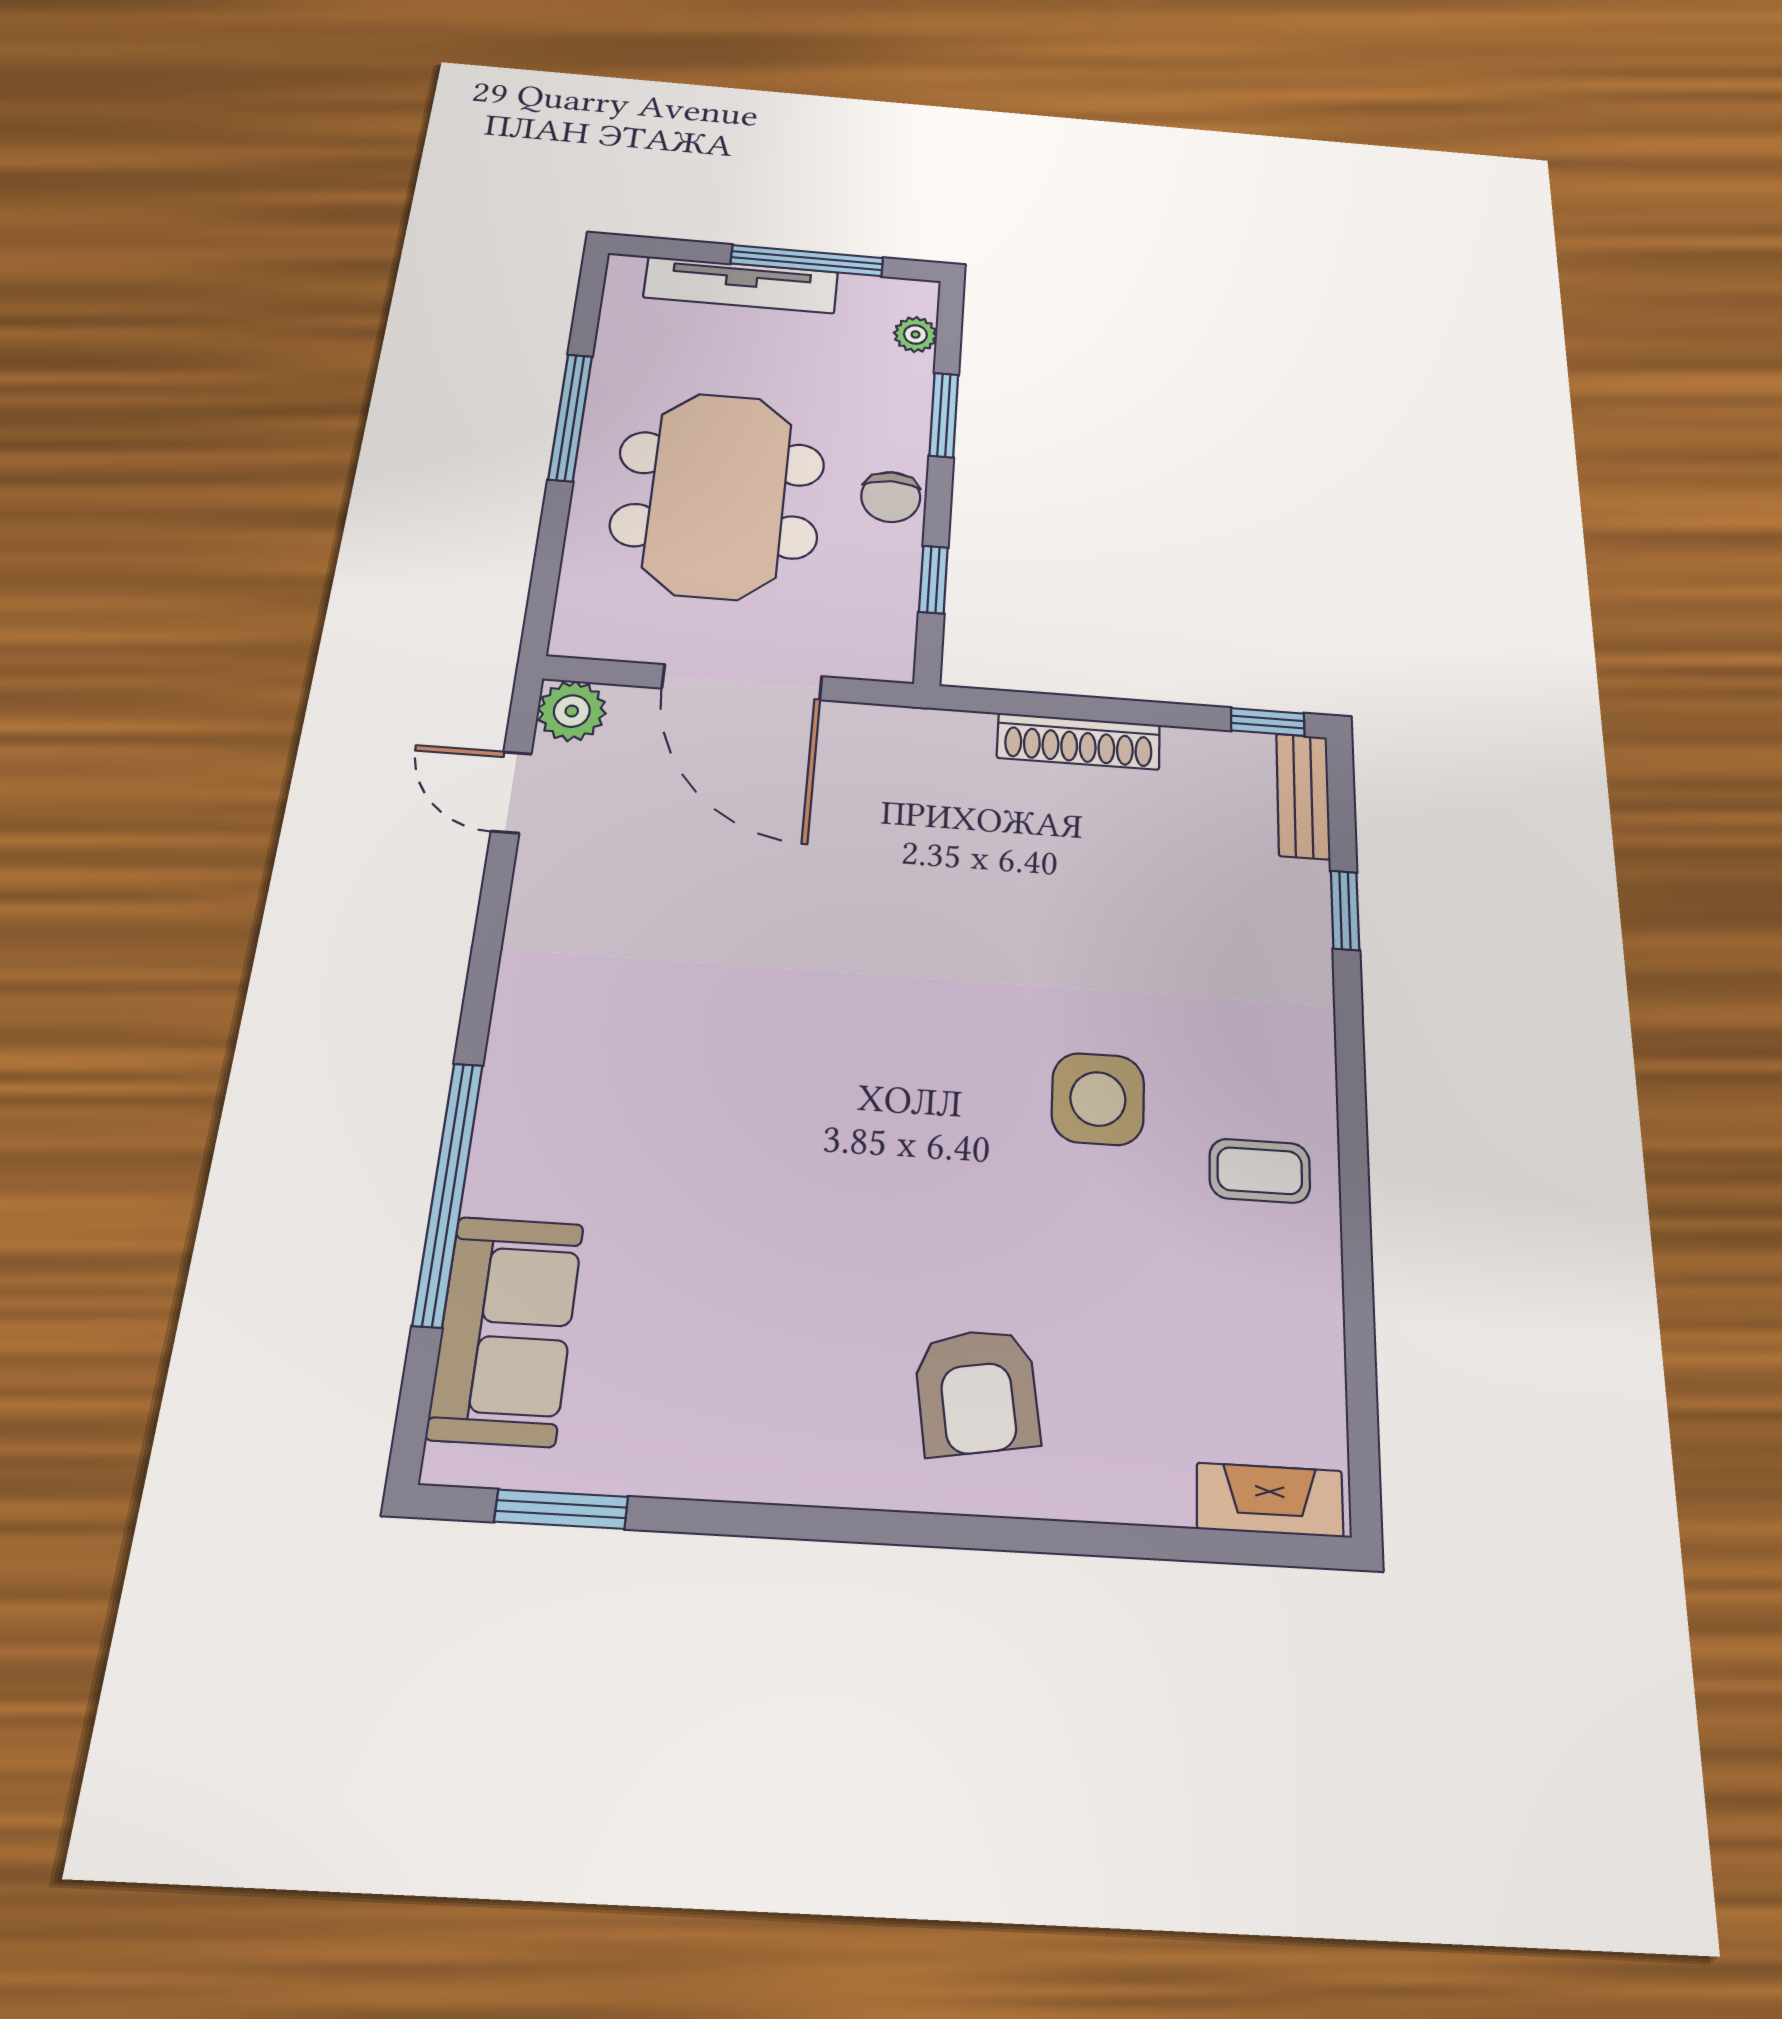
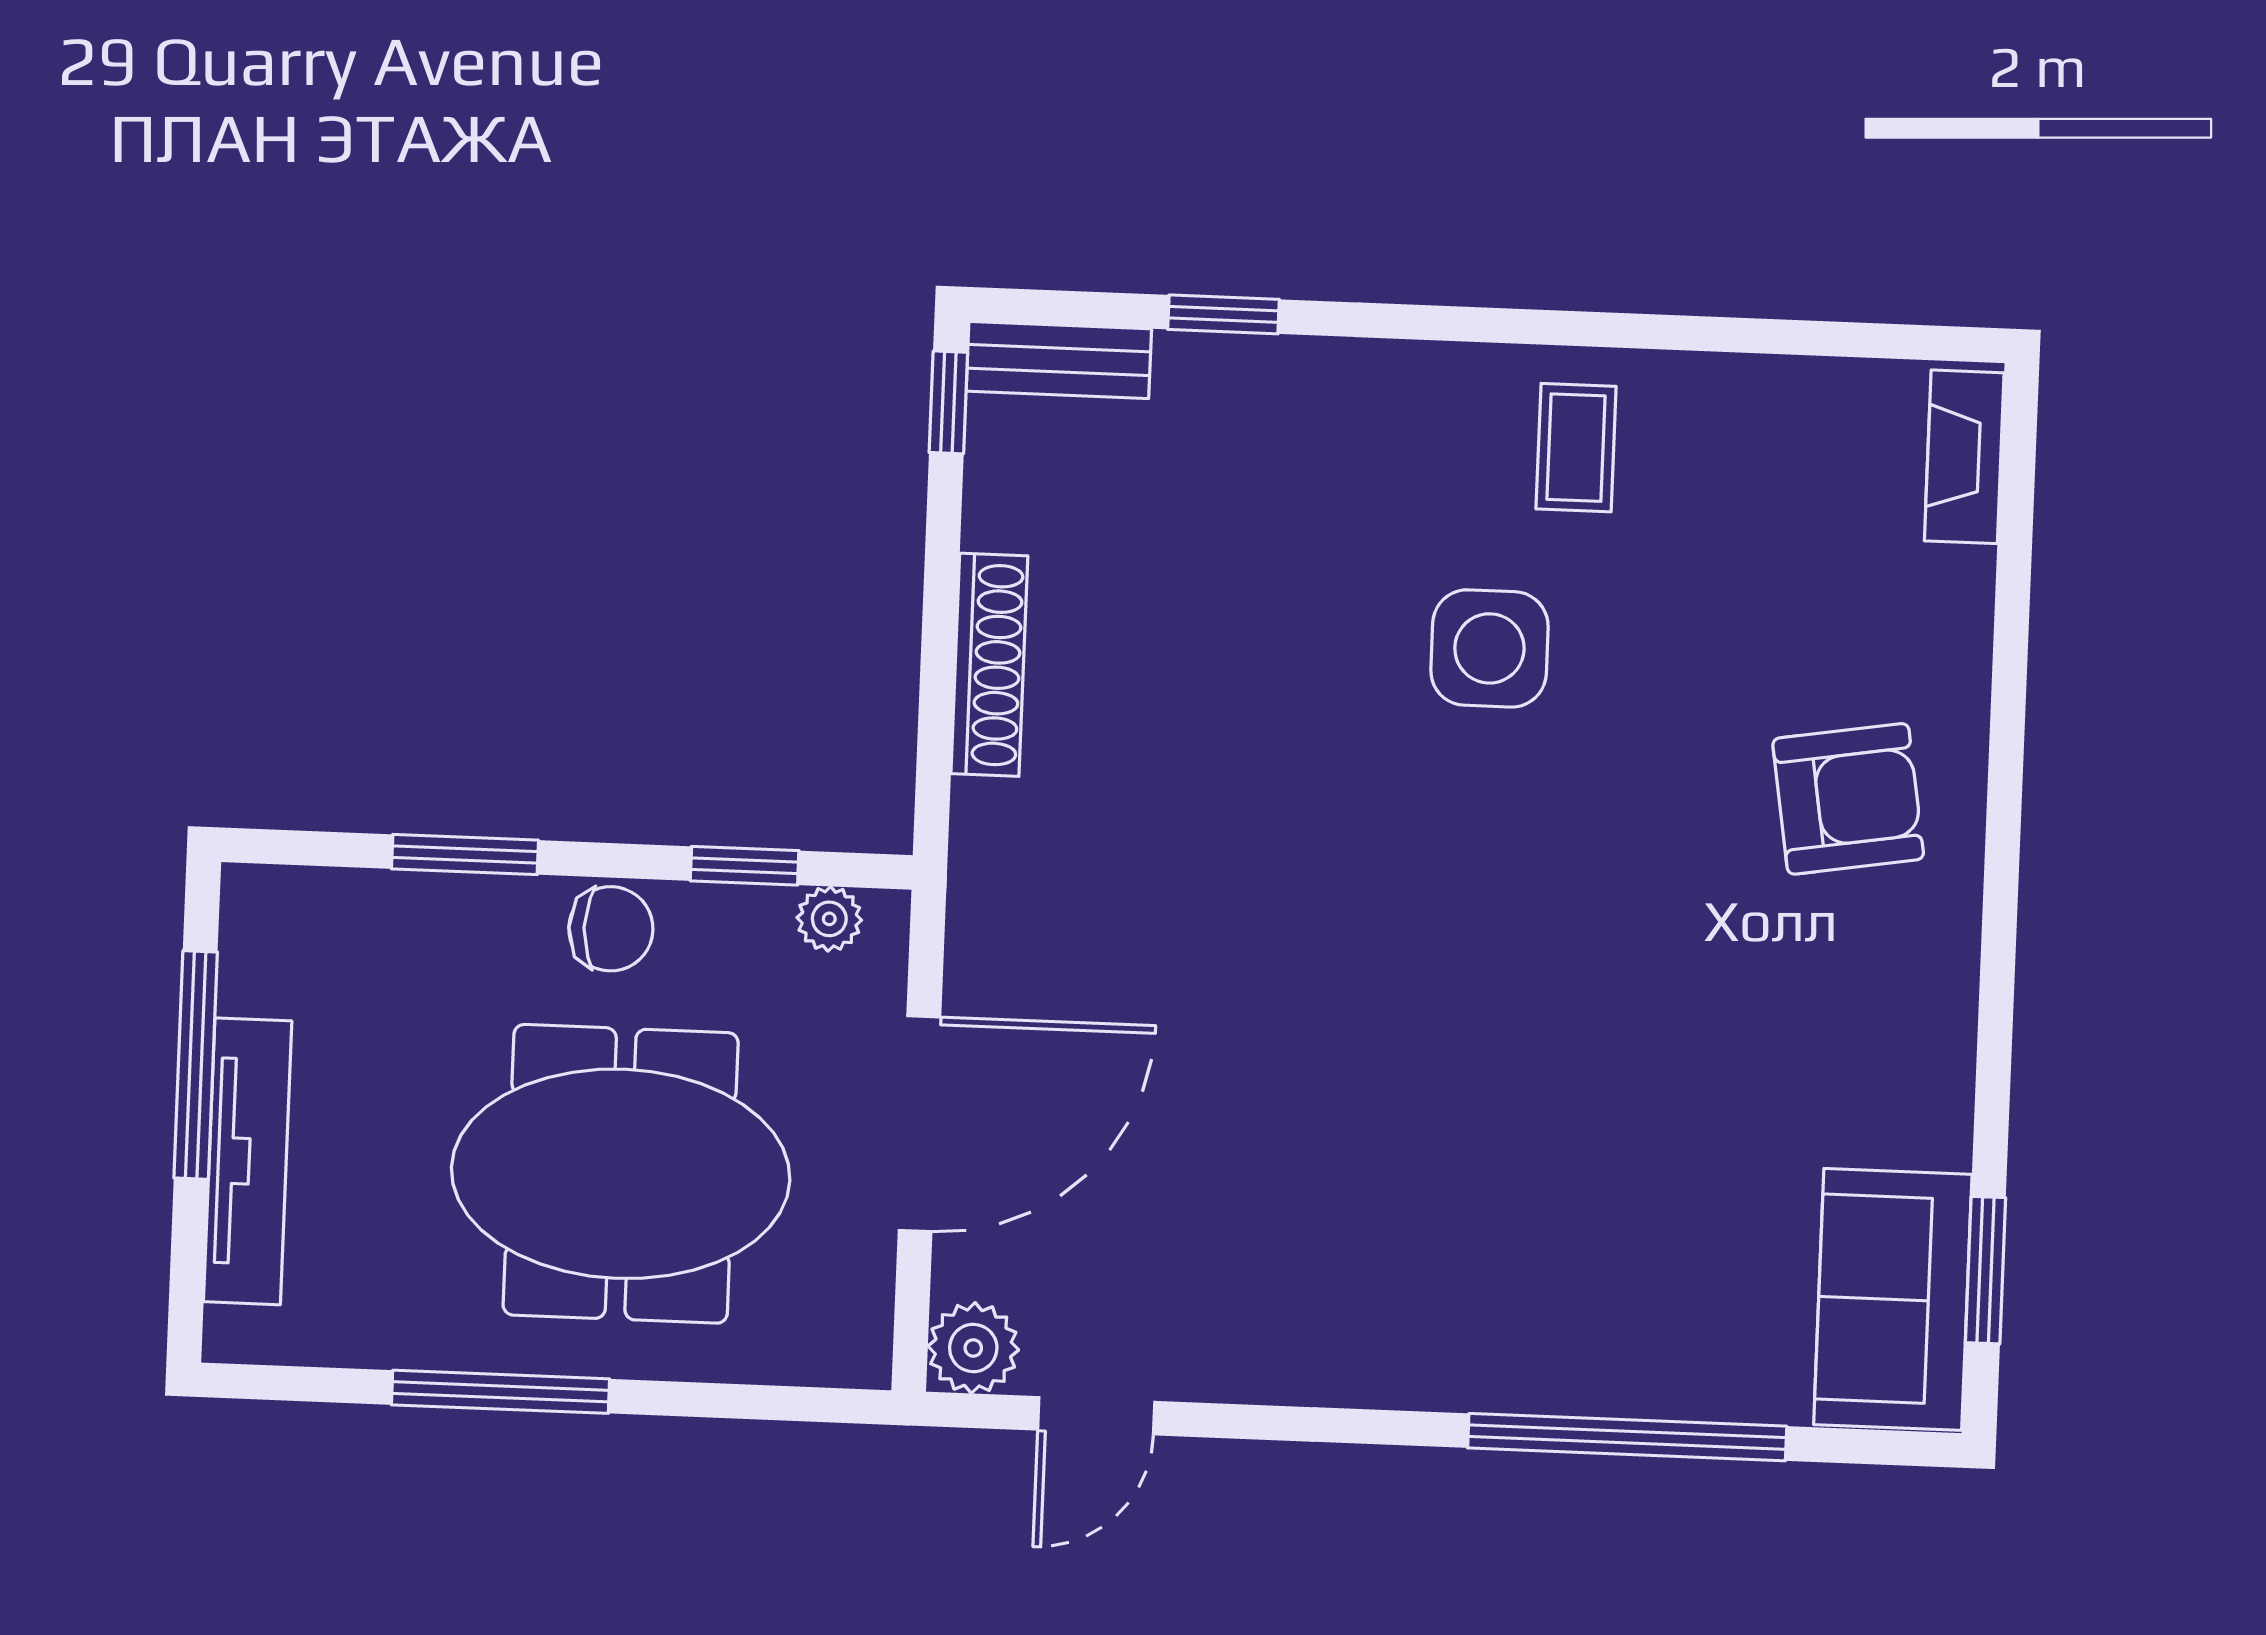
plant: (915, 334) -> (829, 919), moved
sofa: (506, 1330) -> (1893, 1299), moved, turned -90

